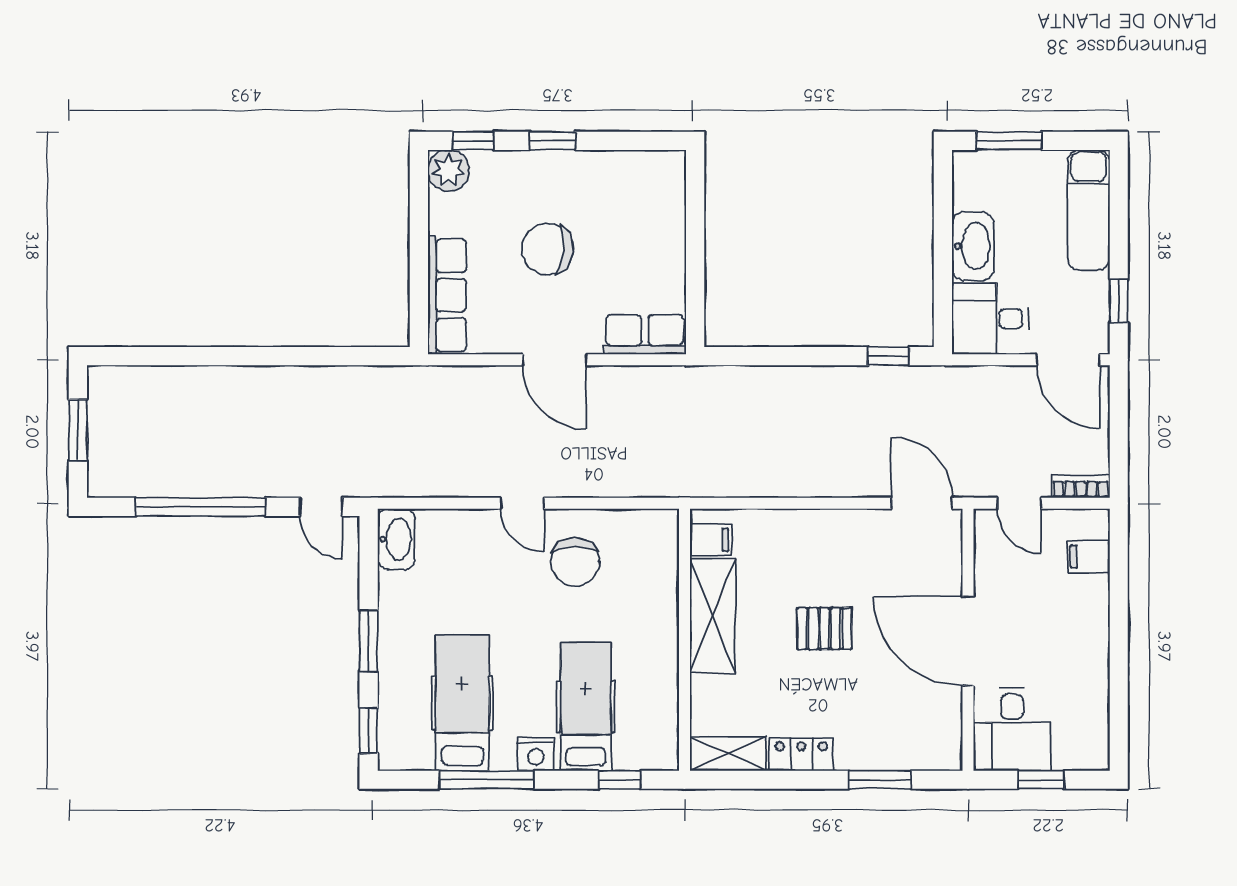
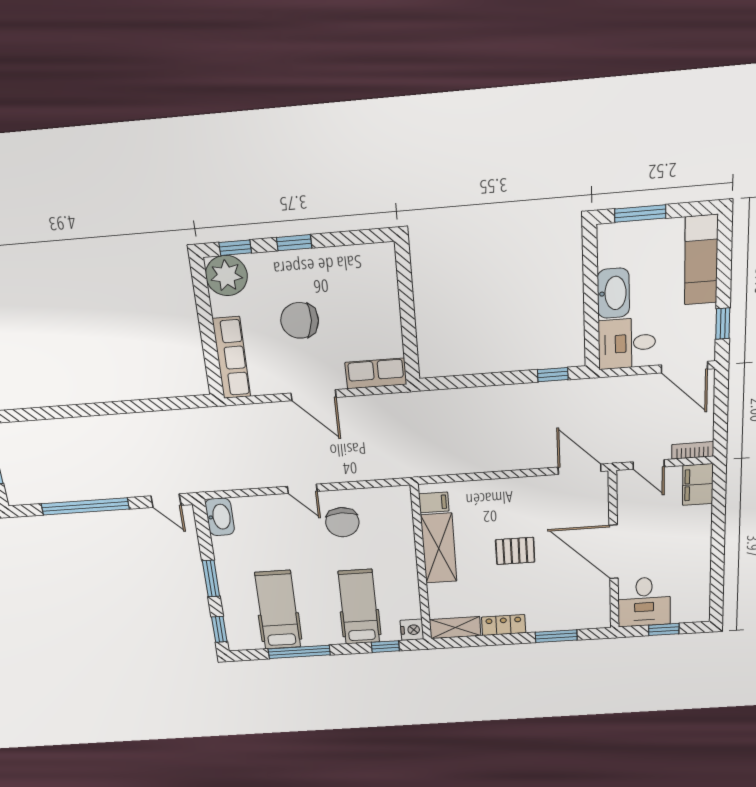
plant: (448, 170) -> (226, 276), width x1.36, depth x1.36
filing cabinet: (1089, 557) -> (698, 485), width x2.00
nightstand: (536, 754) -> (412, 630), moved, turned -90

